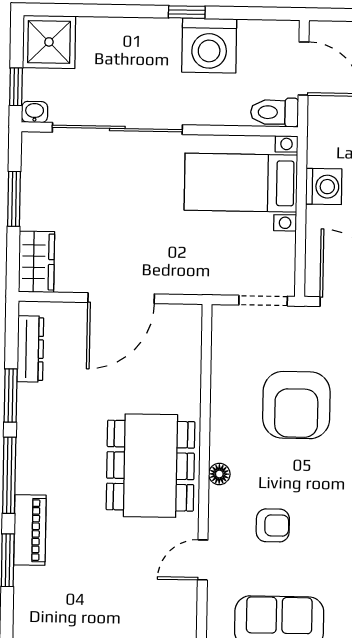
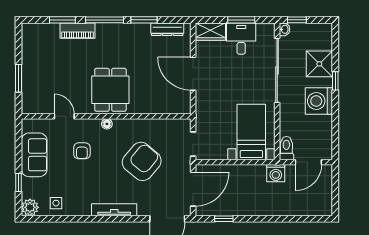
window: (187, 12) -> (335, 81), moved
shower: (49, 42) -> (319, 64), moved
washing machine: (209, 46) -> (319, 101), moved
washing machine: (324, 187) -> (276, 173), moved
desk: (52, 200) -> (241, 39), added
armchair: (296, 405) -> (142, 161), turned 130
dining table: (150, 466) -> (110, 90), width x0.73

